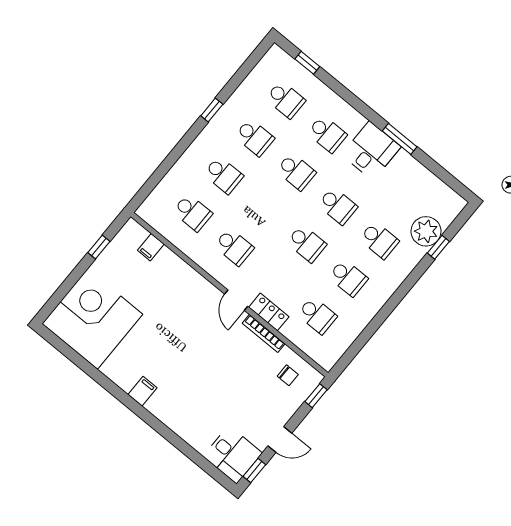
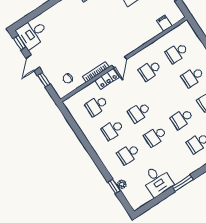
desk: (371, 151) -> (157, 181), moved
plant: (426, 231) -> (122, 184), width x0.53, depth x0.53
door: (236, 300) -> (119, 62), swing flipped
window: (316, 396) -> (44, 80), moved

